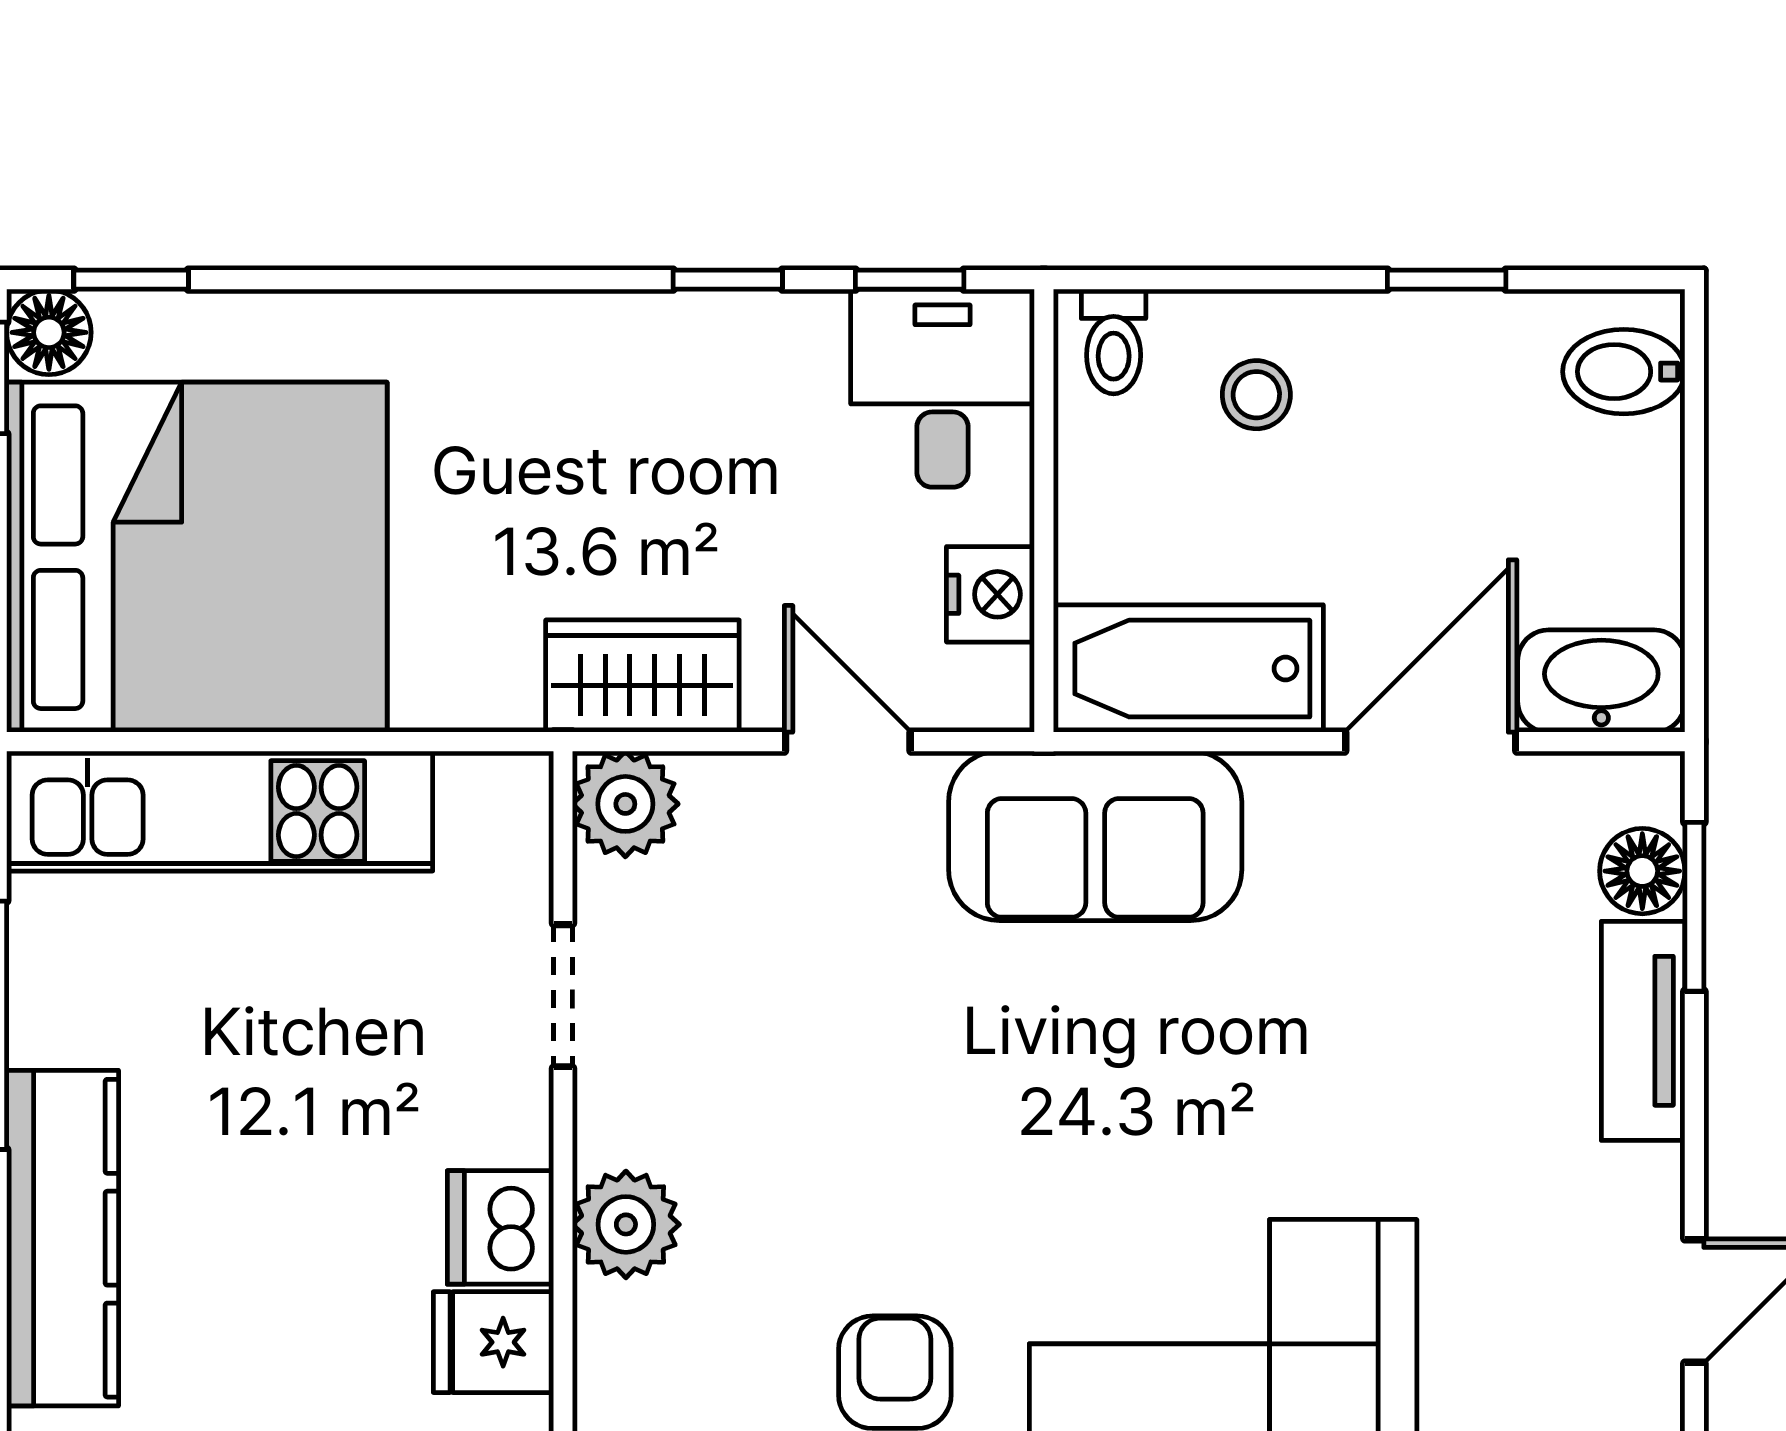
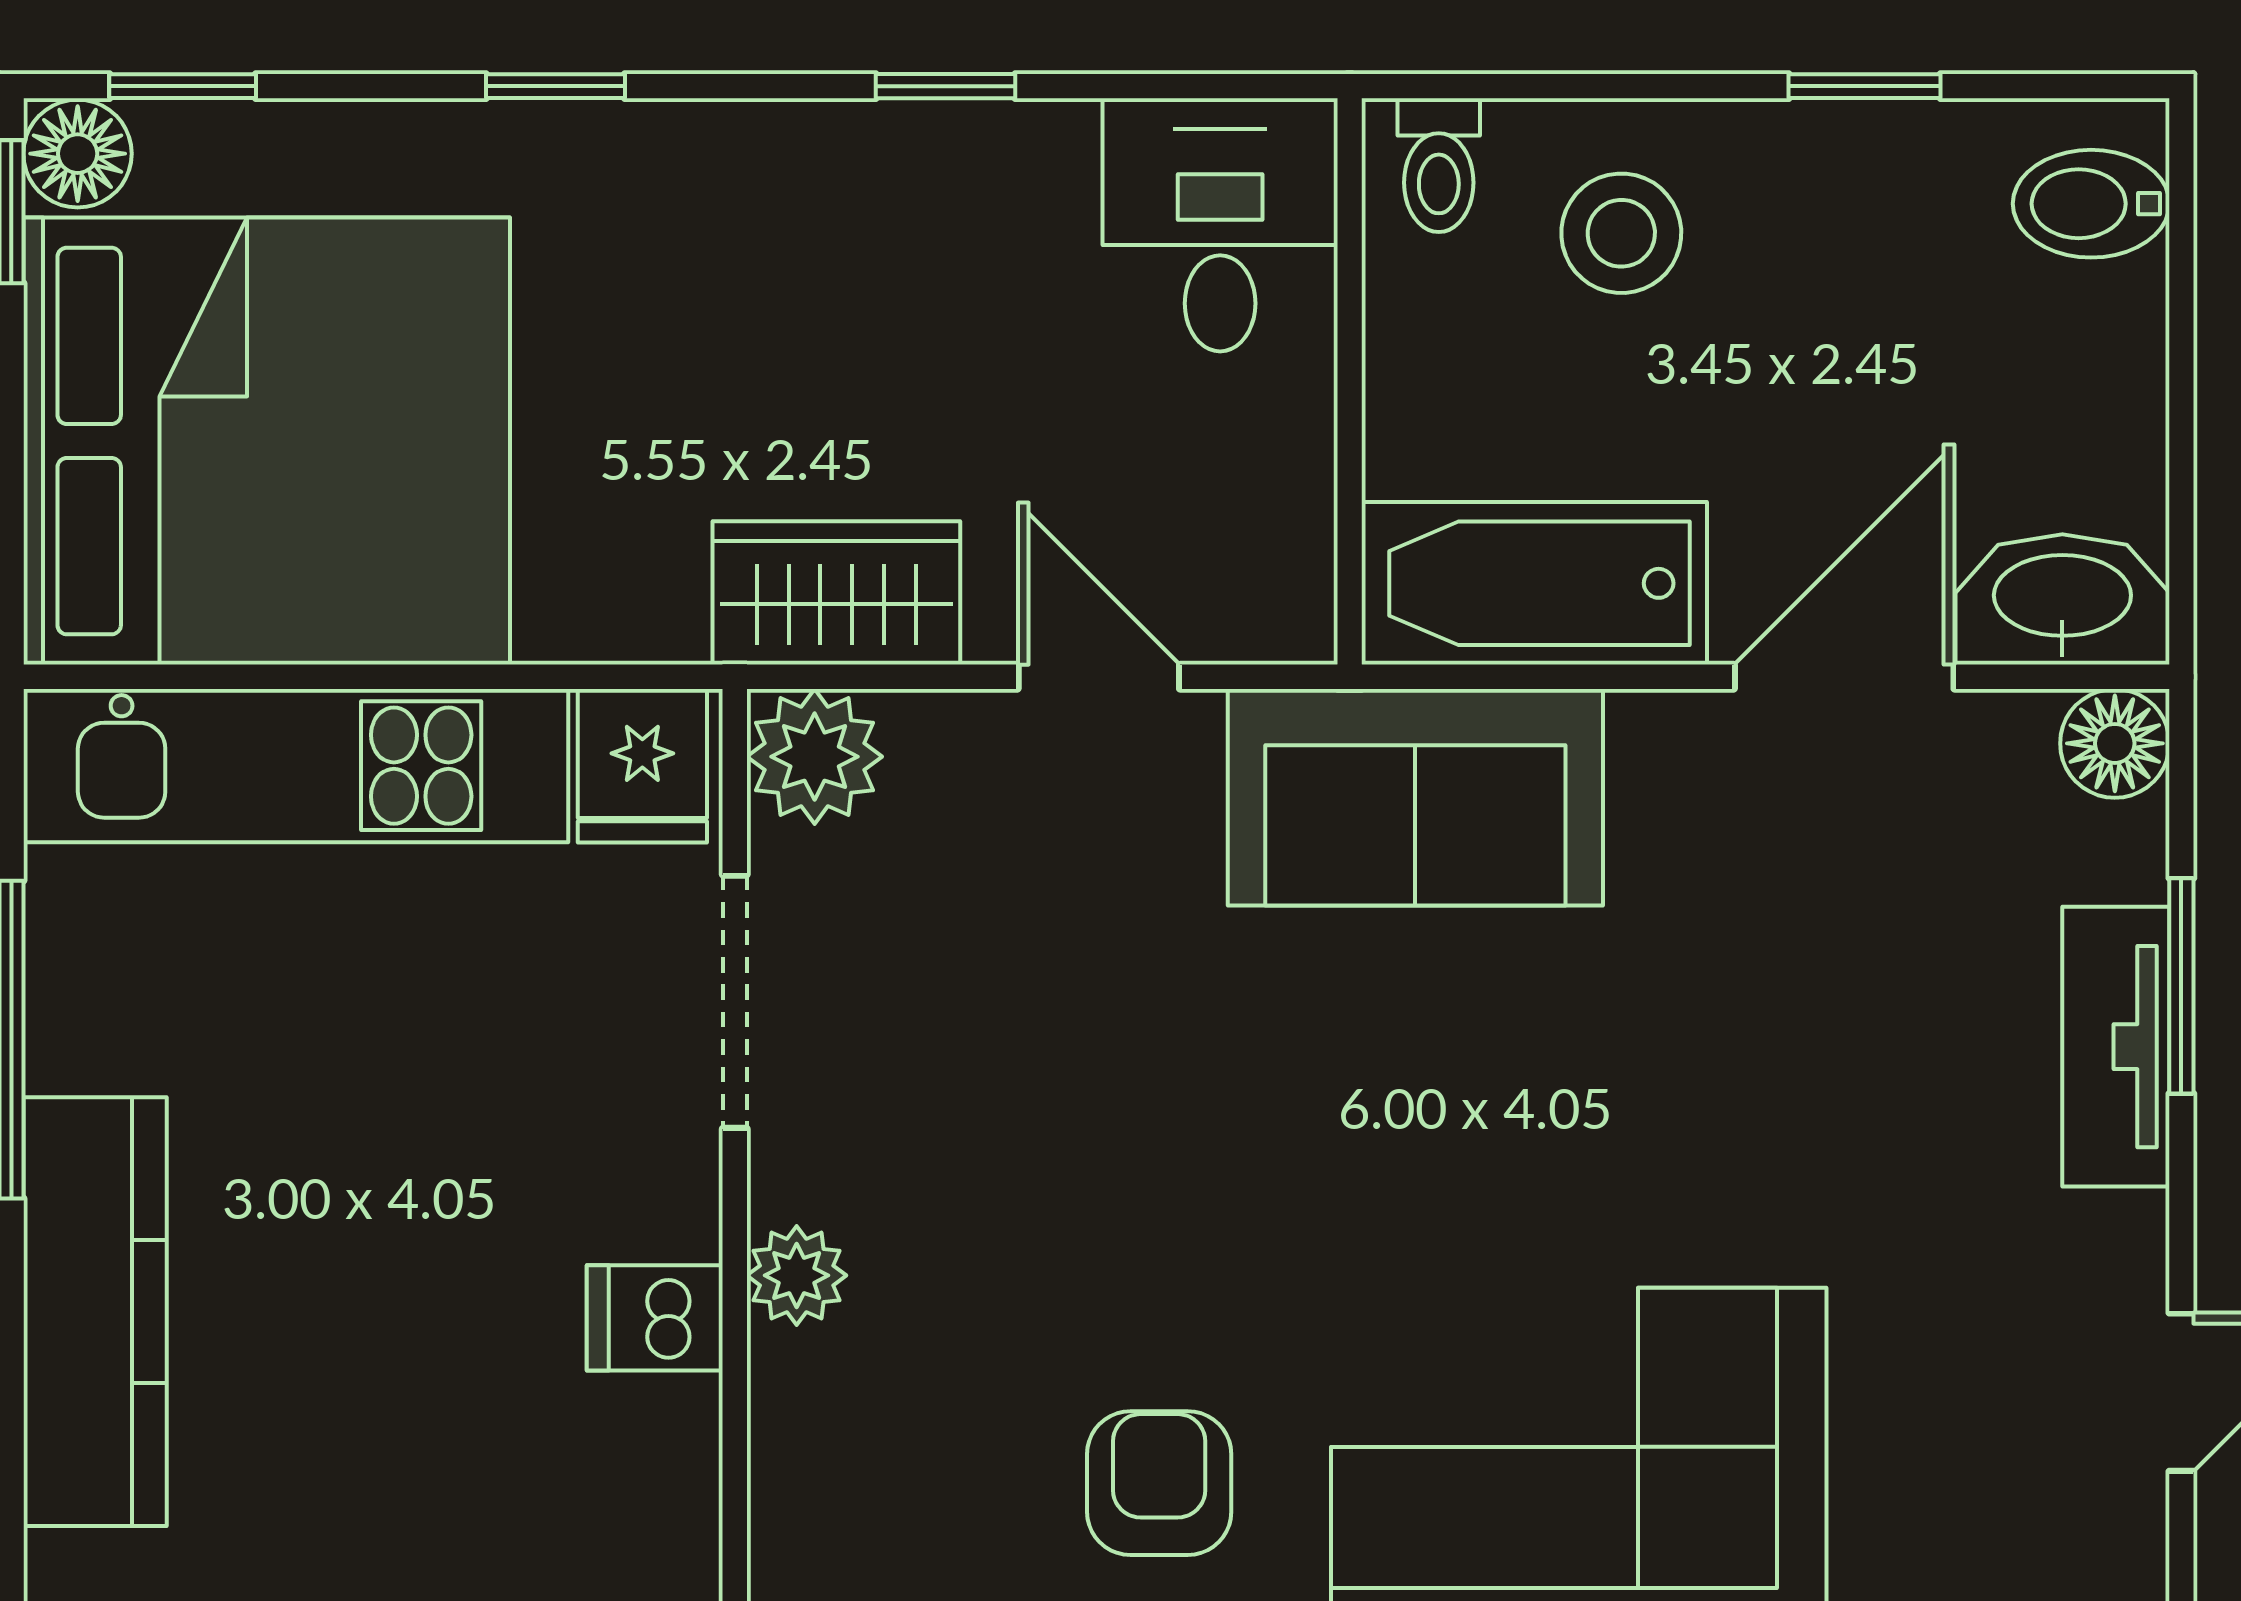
window: (910, 280) -> (555, 86), moved
stool: (1256, 395) -> (1621, 233), width x1.37, depth x1.37
nightstand: (990, 594) -> (1281, 489), removed
floor lamp: (1642, 871) -> (2115, 743), moved
window: (1694, 907) -> (2181, 986), moved
doorway: (563, 996) -> (735, 1002), width x1.38
plant: (626, 1224) -> (797, 1275), width x0.73, depth x0.73
dishwasher: (500, 1227) -> (655, 1318), width x0.73
fridge: (493, 1342) -> (642, 766), moved, turned -90

